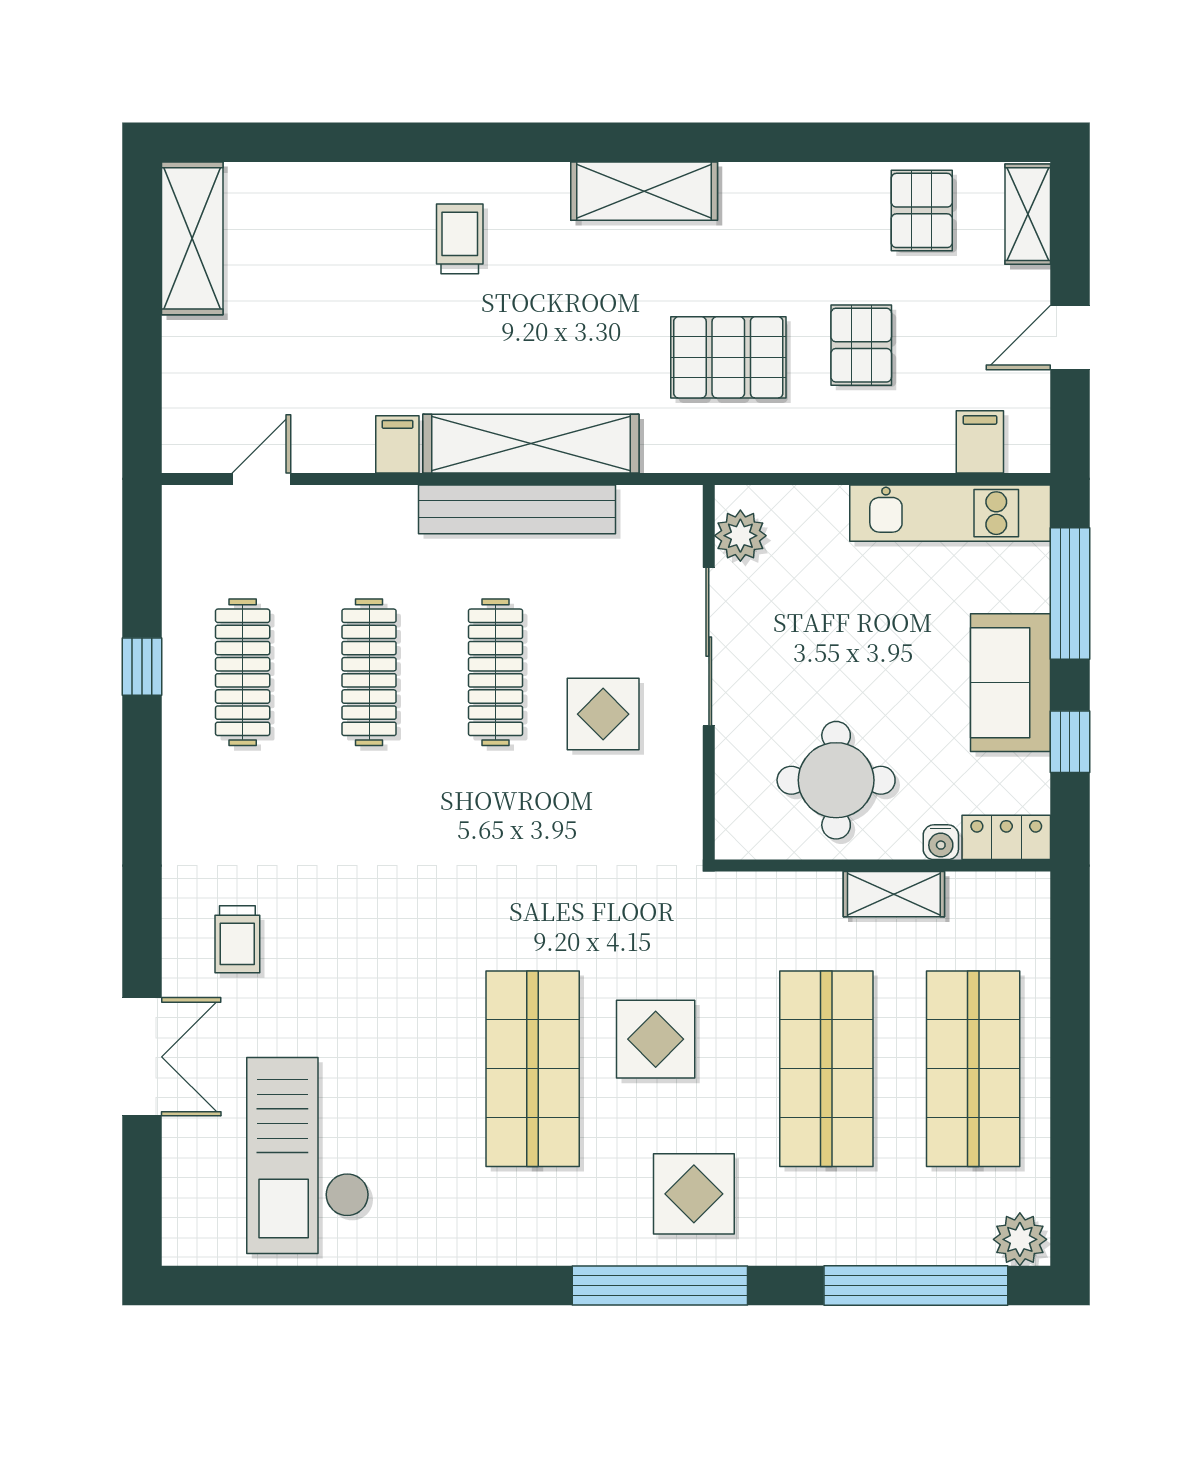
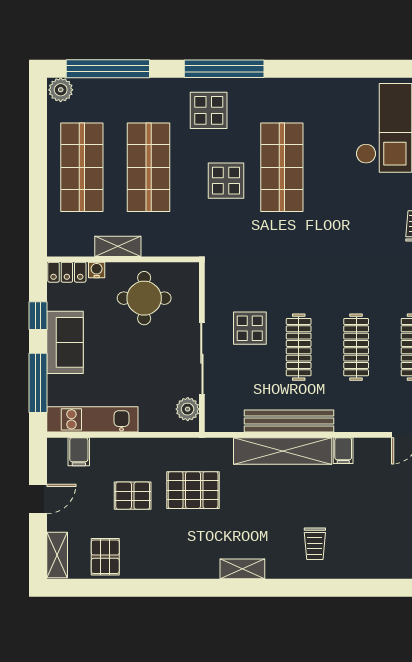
shelving: (644, 191) -> (242, 569), width x0.67, depth x0.75
pallet: (861, 345) -> (133, 496), turned 90

